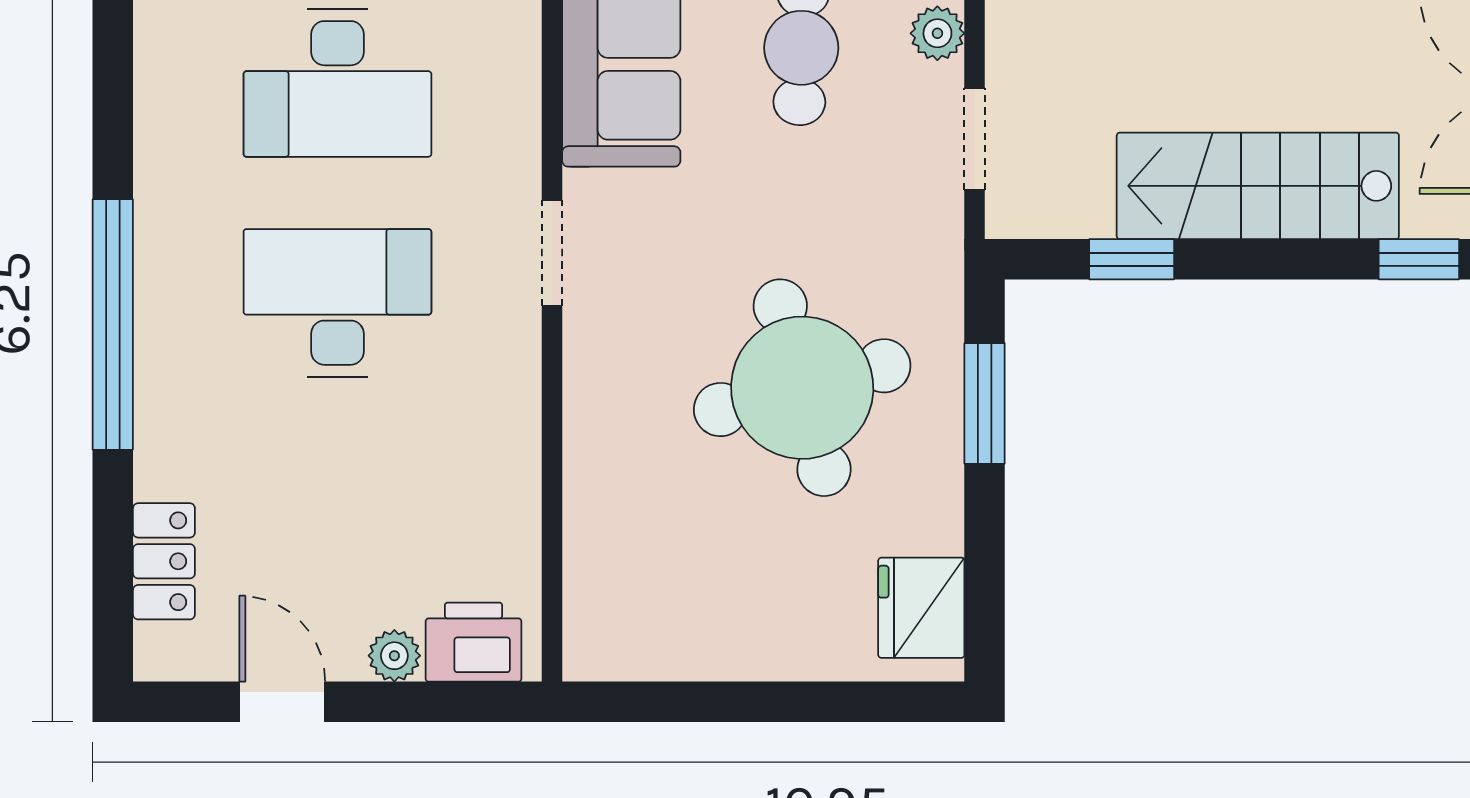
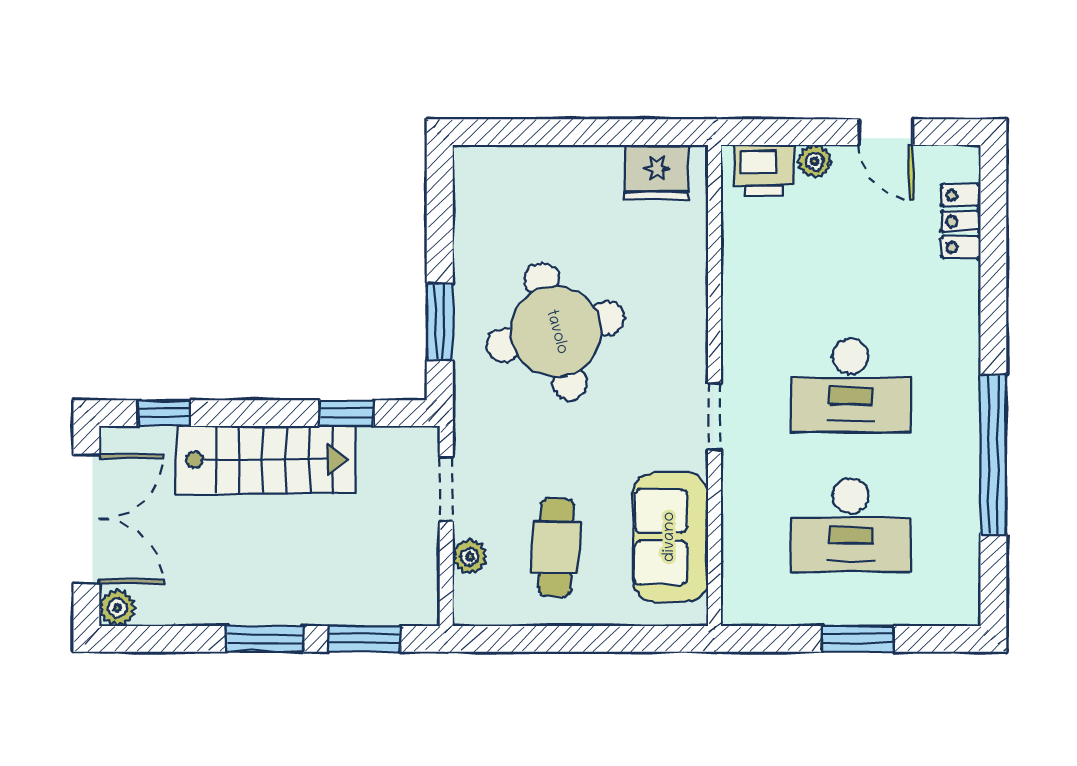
desk: (337, 83) -> (851, 525), turned 180
window: (113, 324) -> (993, 454), moved
fridge: (921, 608) -> (657, 172), moved, turned 90

